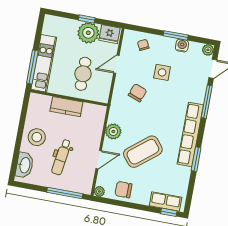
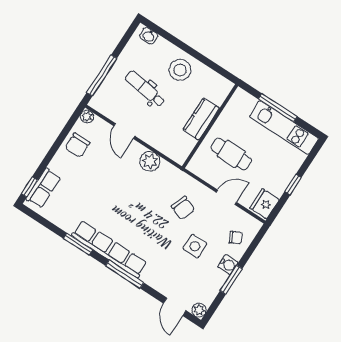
plant: (88, 33) -> (276, 180), removed
water cooler: (182, 46) -> (228, 265), moved
kitchen unit: (44, 63) -> (284, 128), moved
door: (116, 64) -> (226, 197), hinge flipped
window: (32, 67) -> (278, 108), moved
window: (207, 102) -> (125, 274), moved
coffee table: (143, 152) -> (112, 186), removed
washbasin: (25, 165) -> (149, 36), width x0.52, depth x0.69
chair: (123, 190) -> (78, 145), turned 180

